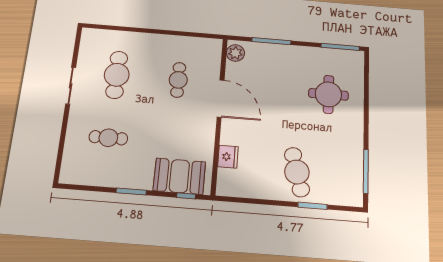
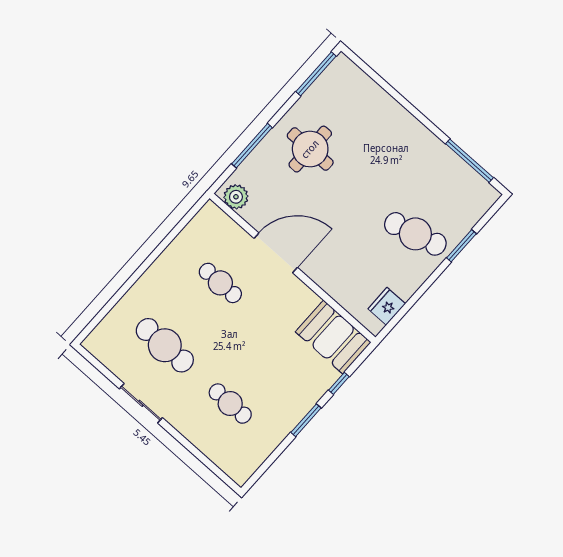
round table: (328, 94) -> (310, 149), moved
cafe table: (108, 138) -> (230, 404), turned 90
fridge: (228, 157) -> (387, 306), moved, turned -90
booth: (179, 176) -> (333, 337), moved, turned 90
window: (186, 196) -> (339, 383), moved

